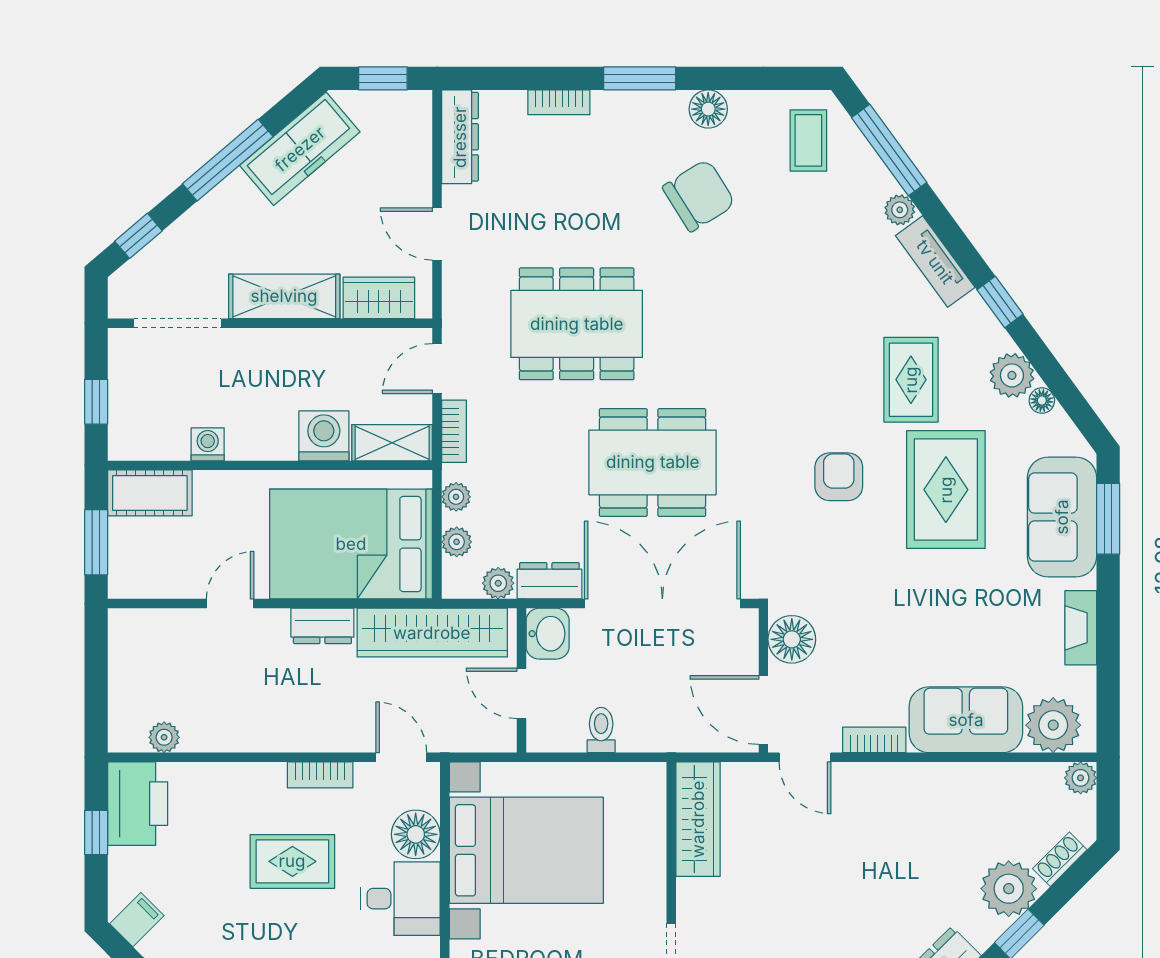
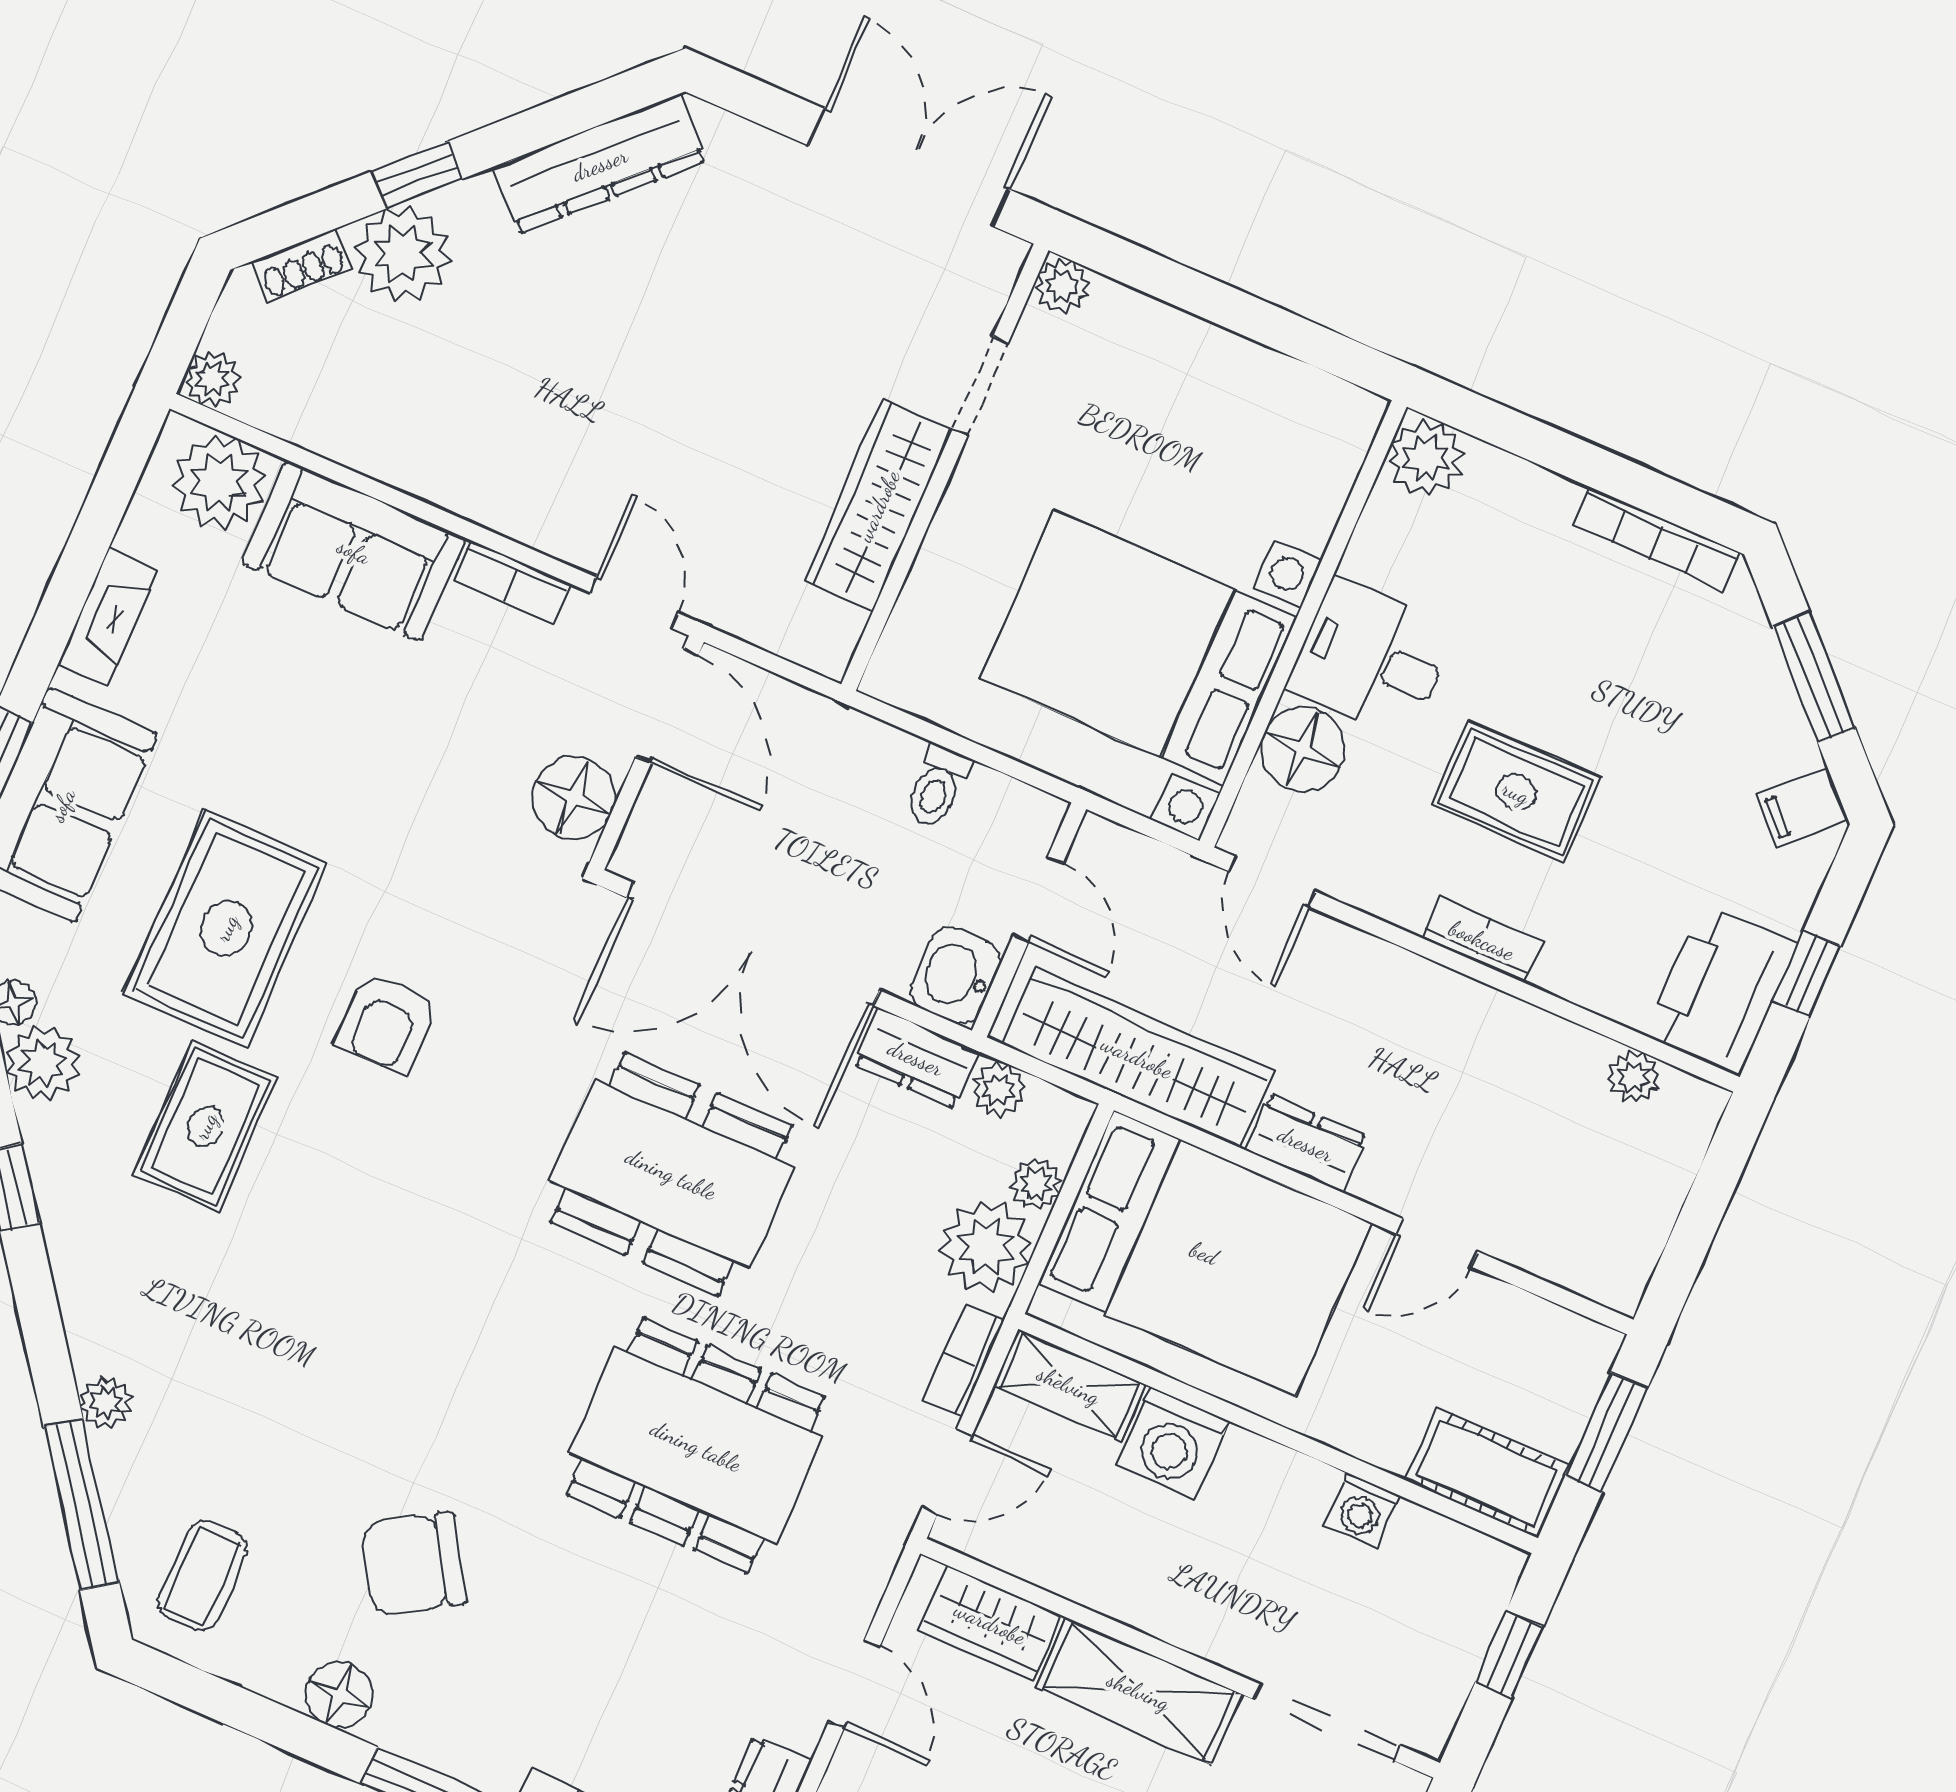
tv unit: (935, 262) -> (85, 1296), removed
plant: (456, 497) -> (986, 1247), width x1.87, depth x1.87
bookcase: (320, 775) -> (1482, 940), moved
wardrobe: (698, 819) -> (878, 506), moved

